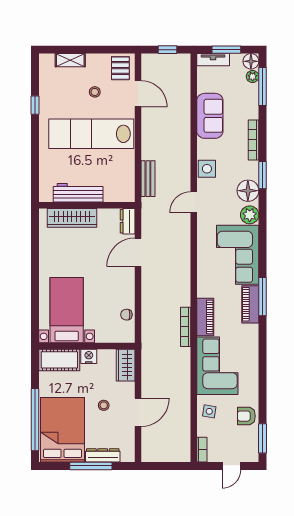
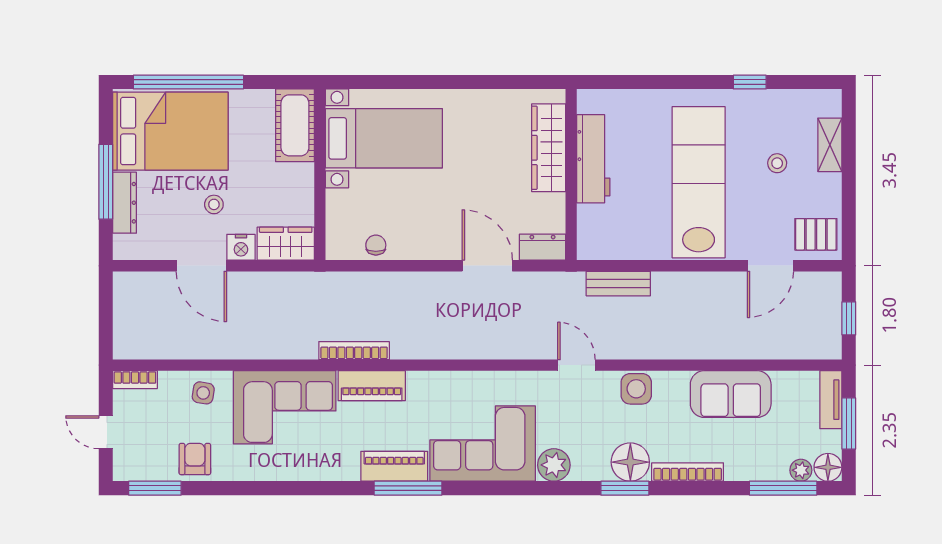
stool: (95, 92) -> (777, 163), moved
floor lamp: (248, 191) -> (630, 462), moved
nightstand: (89, 356) -> (241, 247), moved, turned 90

